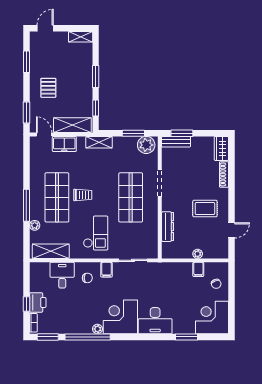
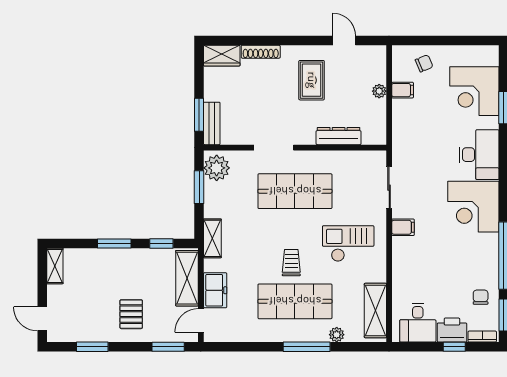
pallet: (48, 88) -> (131, 314), turned 90
desk: (62, 275) -> (418, 323), moved, turned -90
chair: (87, 278) -> (481, 297), moved
corner desk: (212, 317) -> (474, 91), moved
plant: (97, 329) -> (492, 241), removed

